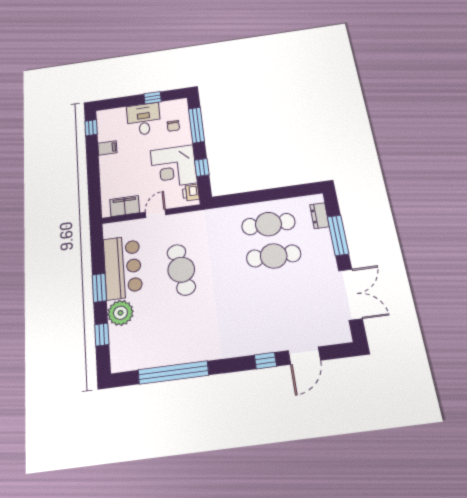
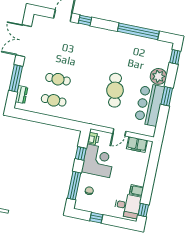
desk: (144, 119) -> (128, 206), moved, turned -90
cafe table: (268, 224) -> (54, 100), width x0.73, depth x0.74
cafe table: (274, 256) -> (58, 79), width x0.73, depth x0.74
window: (102, 335) -> (175, 57), moved

